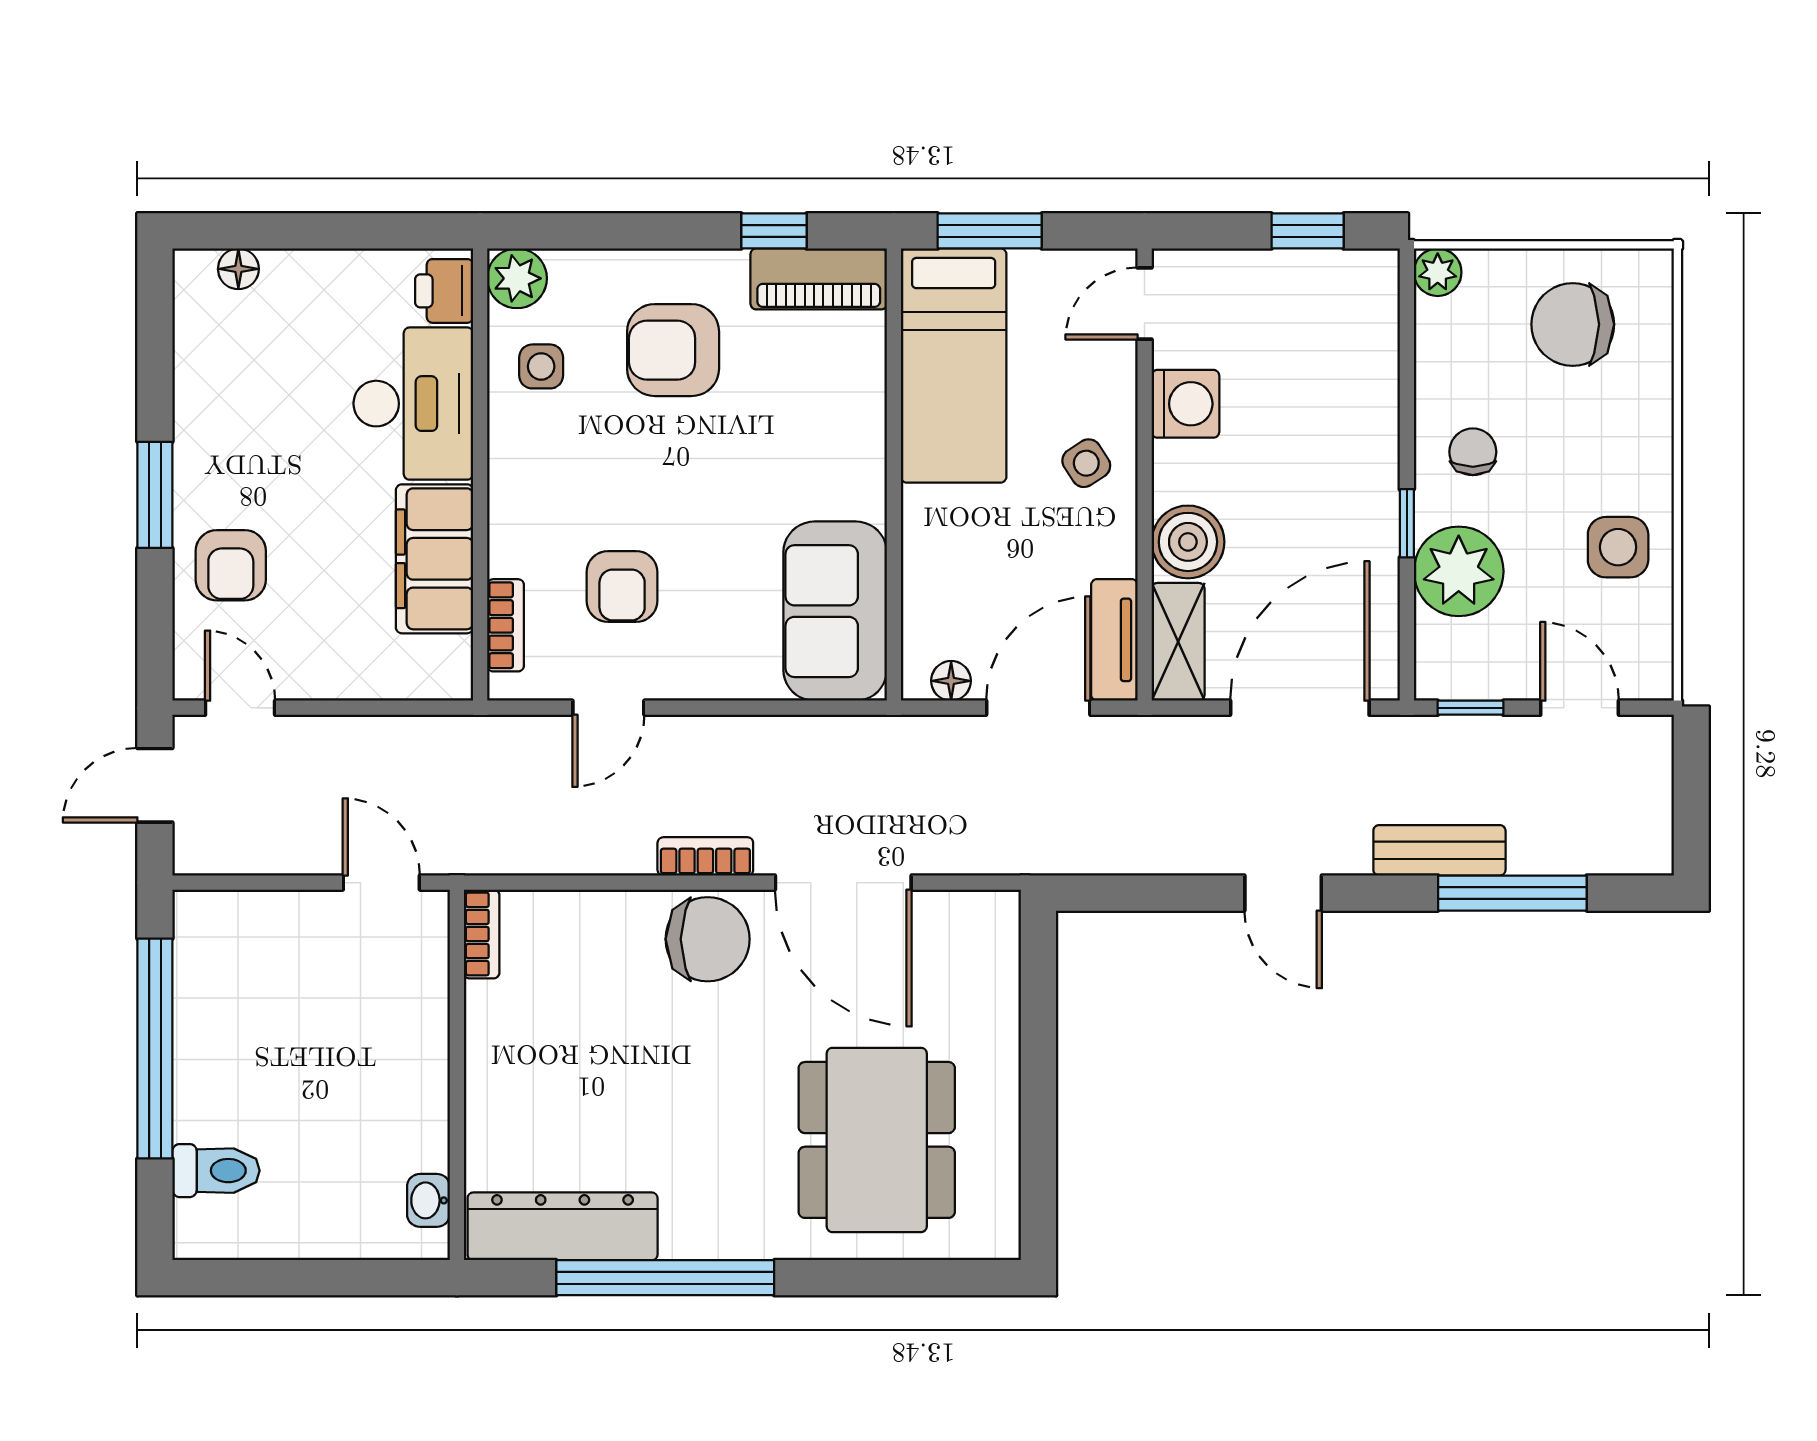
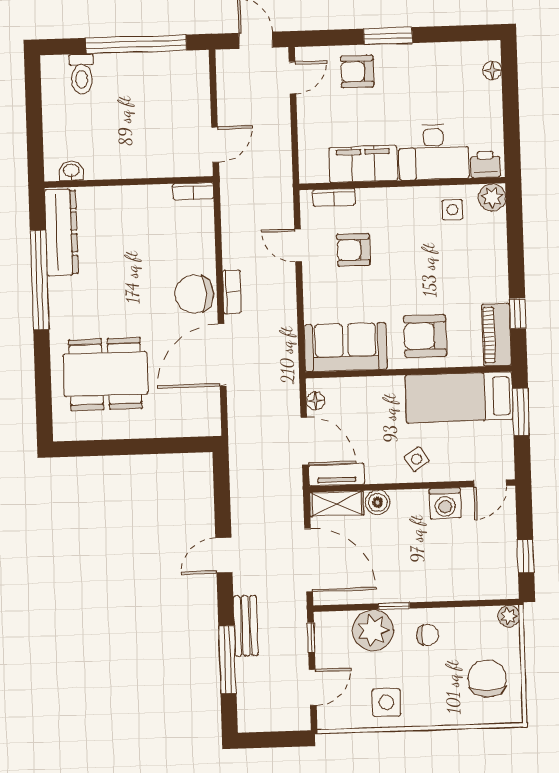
door: (1145, 303) -> (490, 483), swing flipped
armchair: (673, 350) -> (425, 336), moved, turned -90
boiler: (1188, 542) -> (378, 502), width x0.73, depth x0.73
chair: (708, 939) -> (194, 294), turned 90

